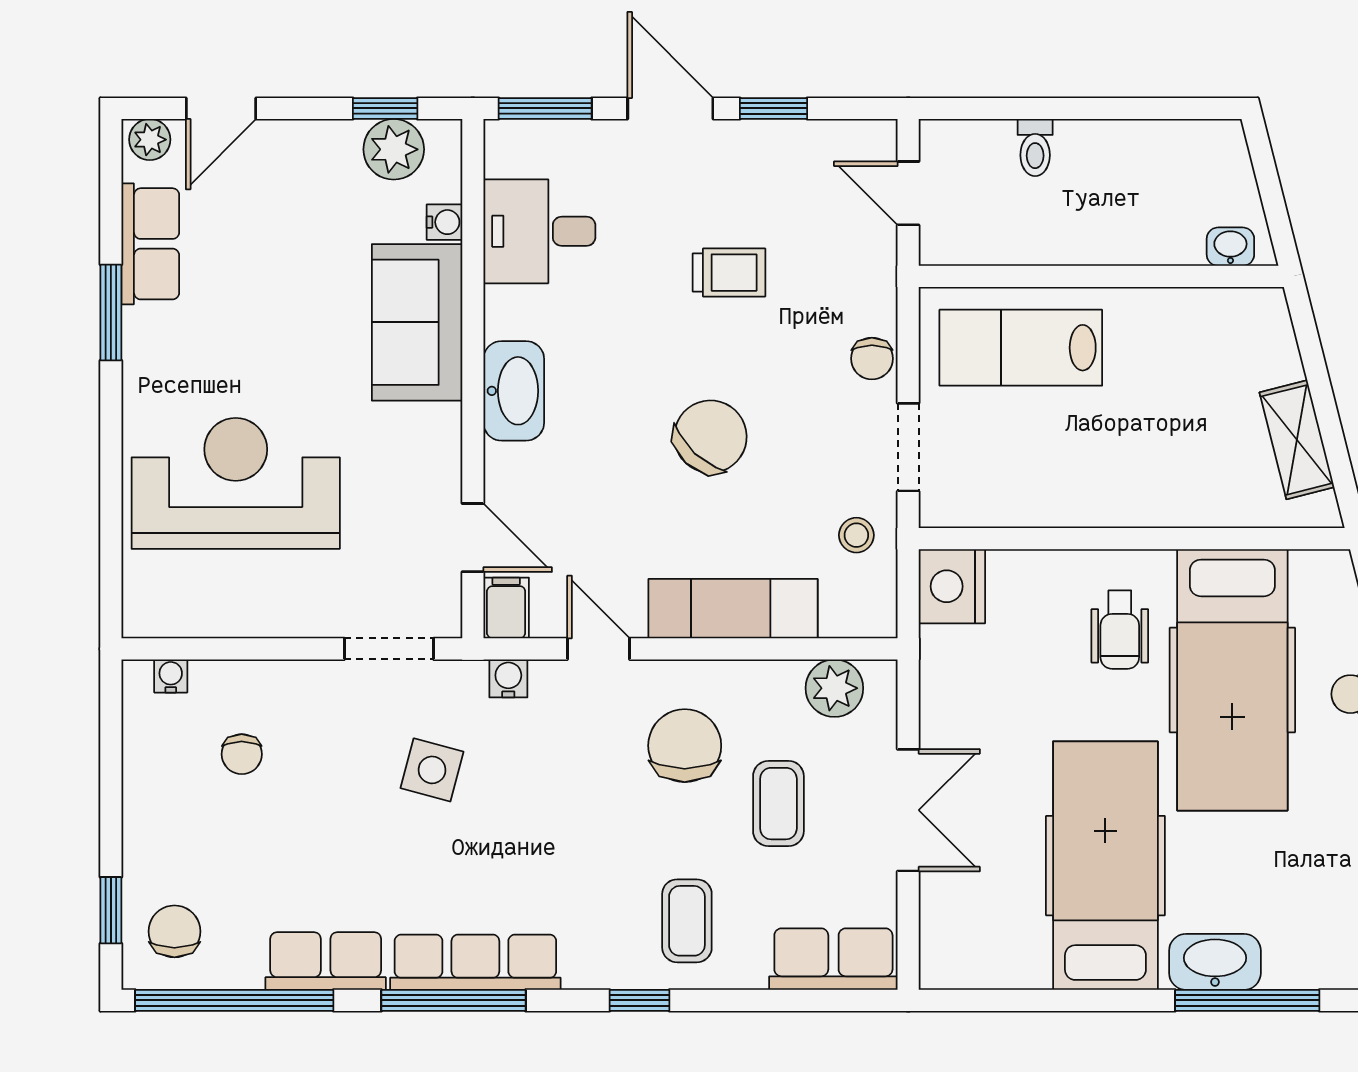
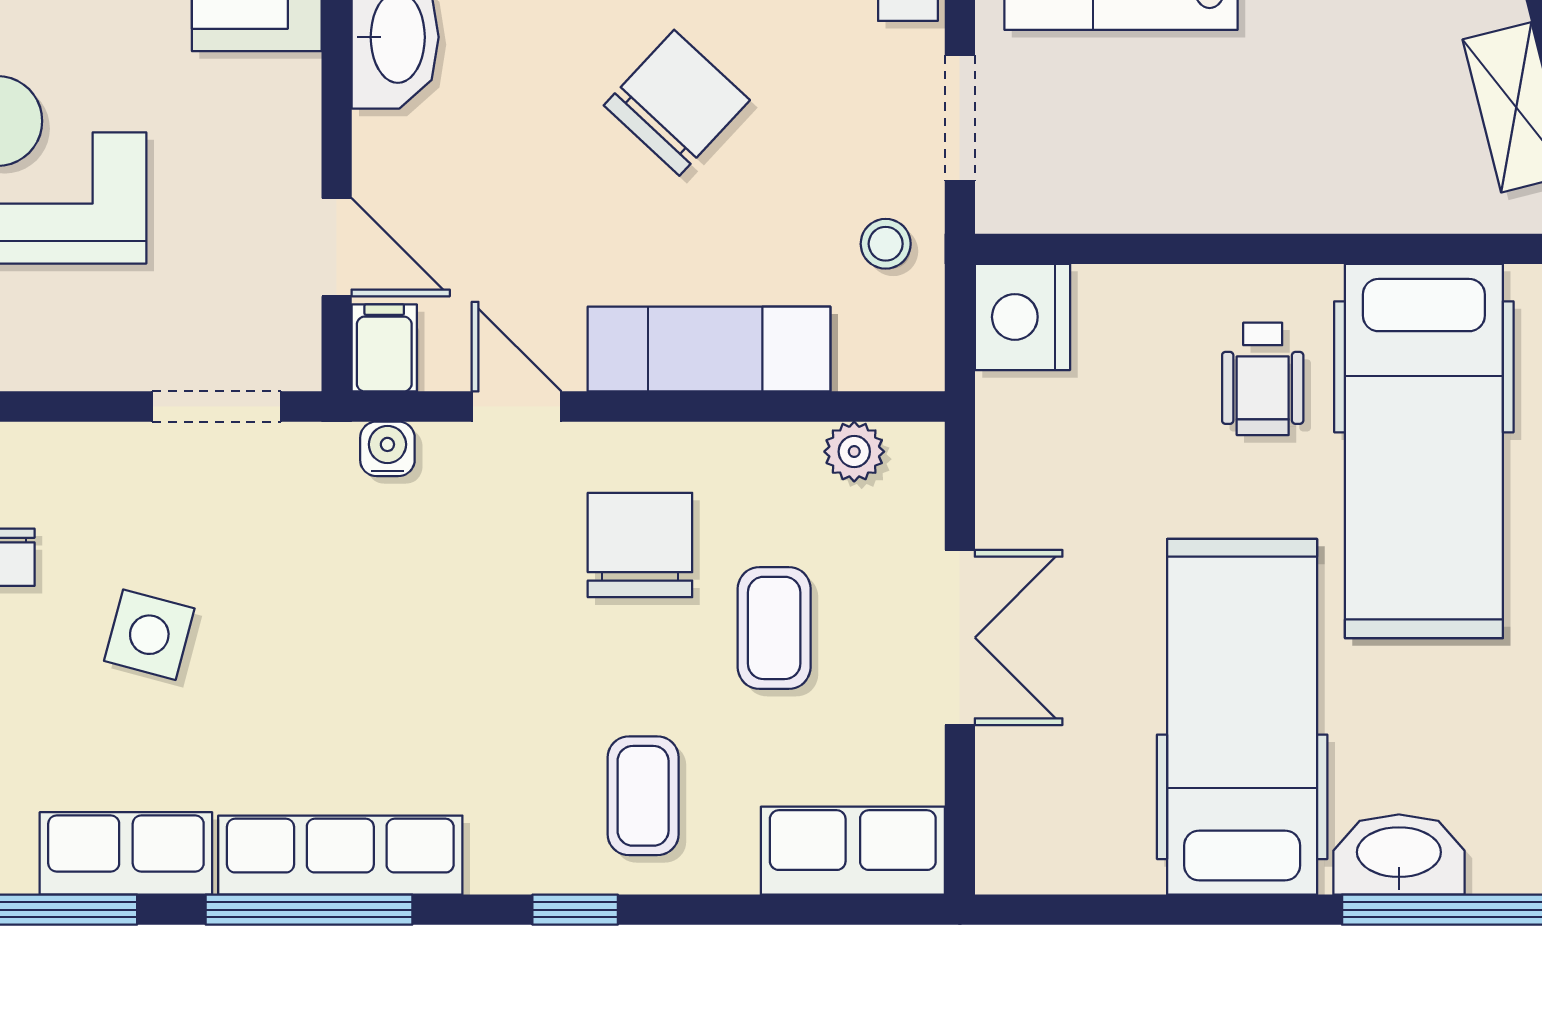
plant: (834, 688) -> (854, 452), width x0.73, depth x0.73
side table: (432, 770) -> (149, 635), moved

